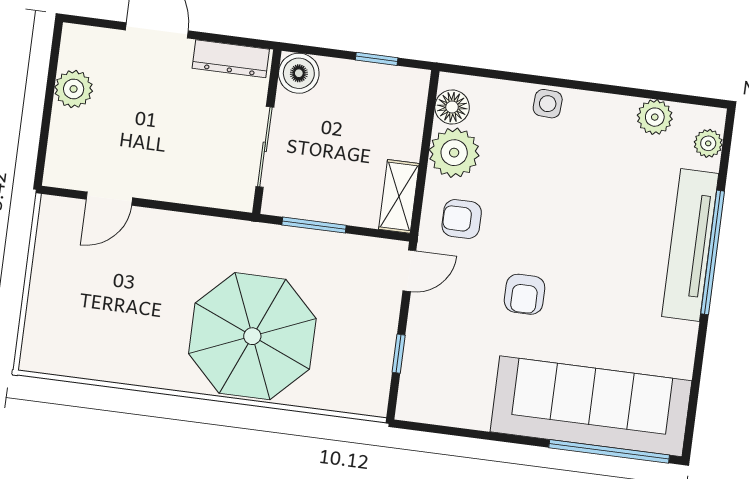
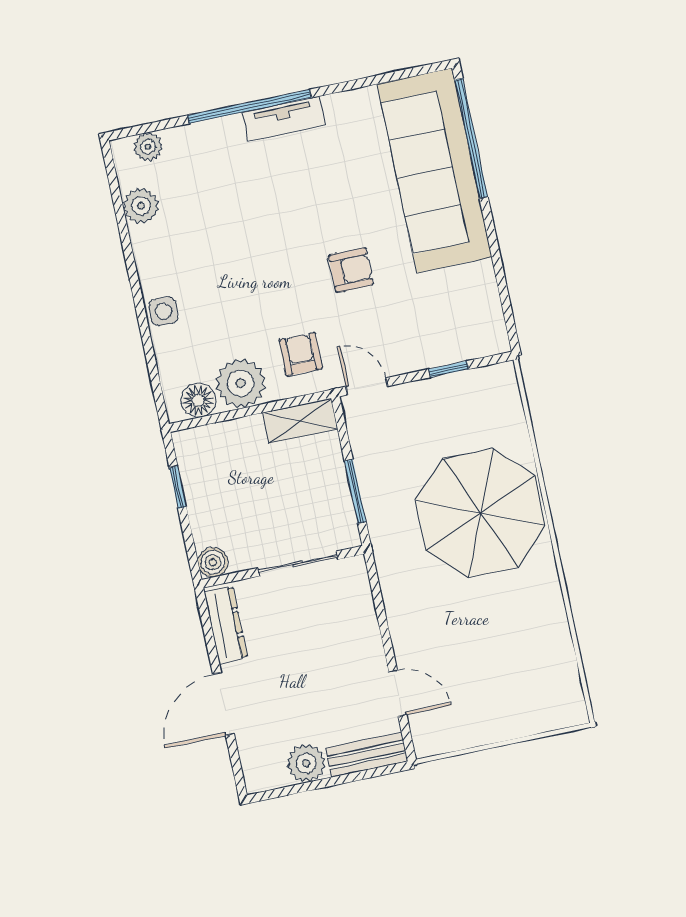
boiler: (299, 73) -> (213, 562), width x0.73, depth x0.73
bench: (62, 149) -> (367, 755), added
armchair: (462, 219) -> (301, 354), turned 180
tv unit: (690, 245) -> (284, 119), width x0.52, depth x0.78

